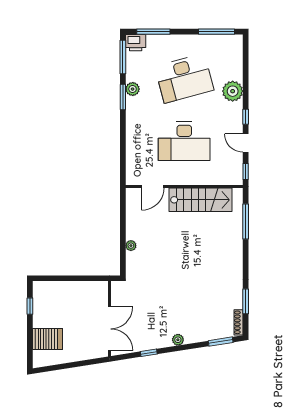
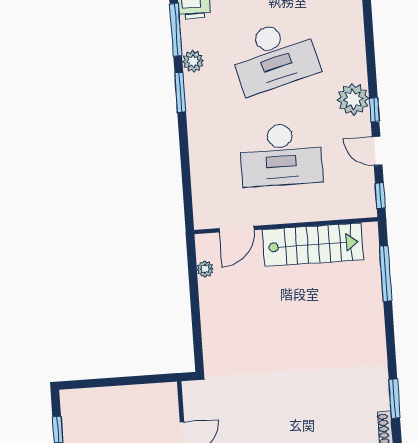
plant: (133, 89) -> (193, 61), moved
plant: (233, 91) -> (353, 99), moved
plant: (131, 246) -> (205, 269), moved

